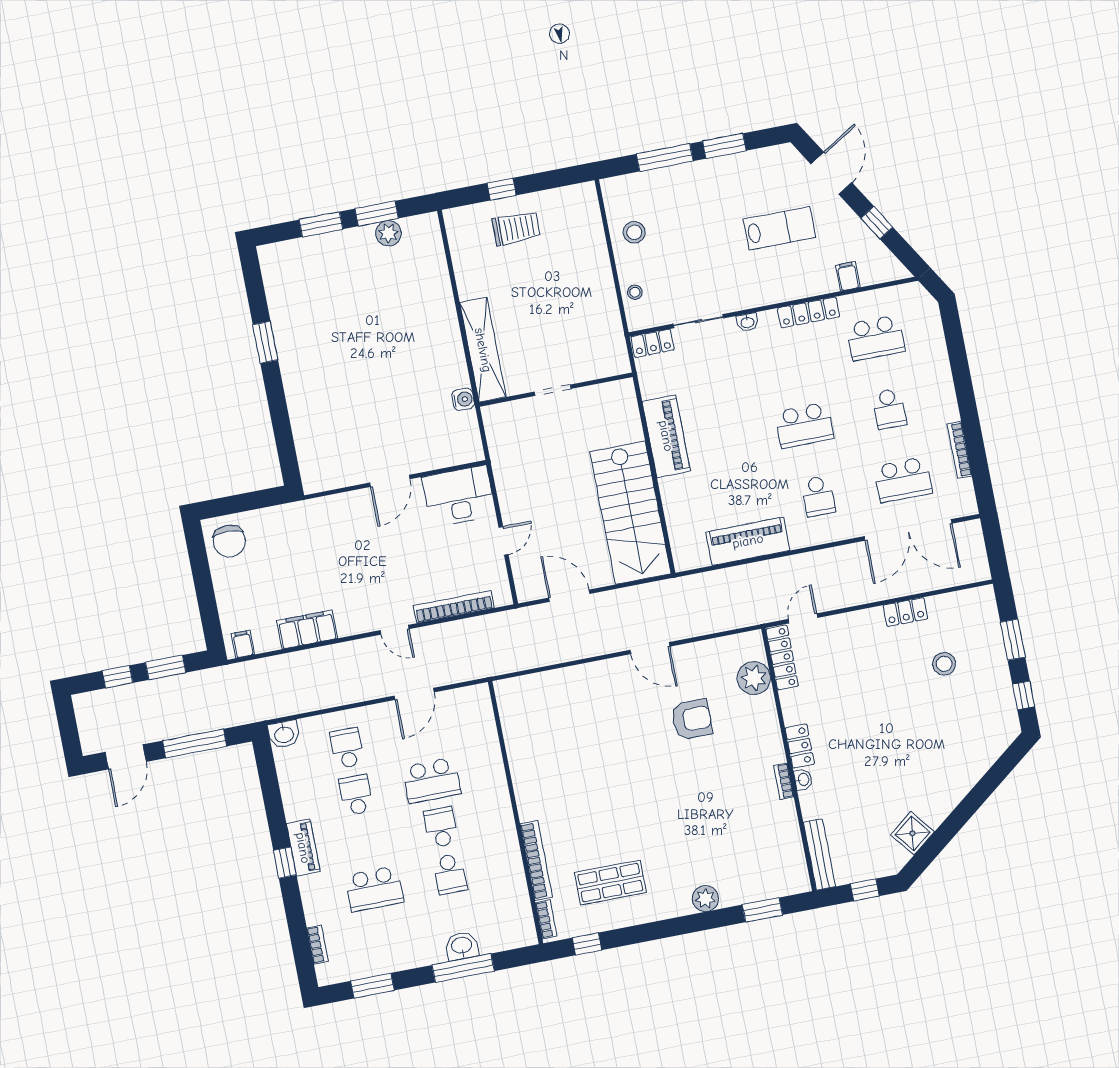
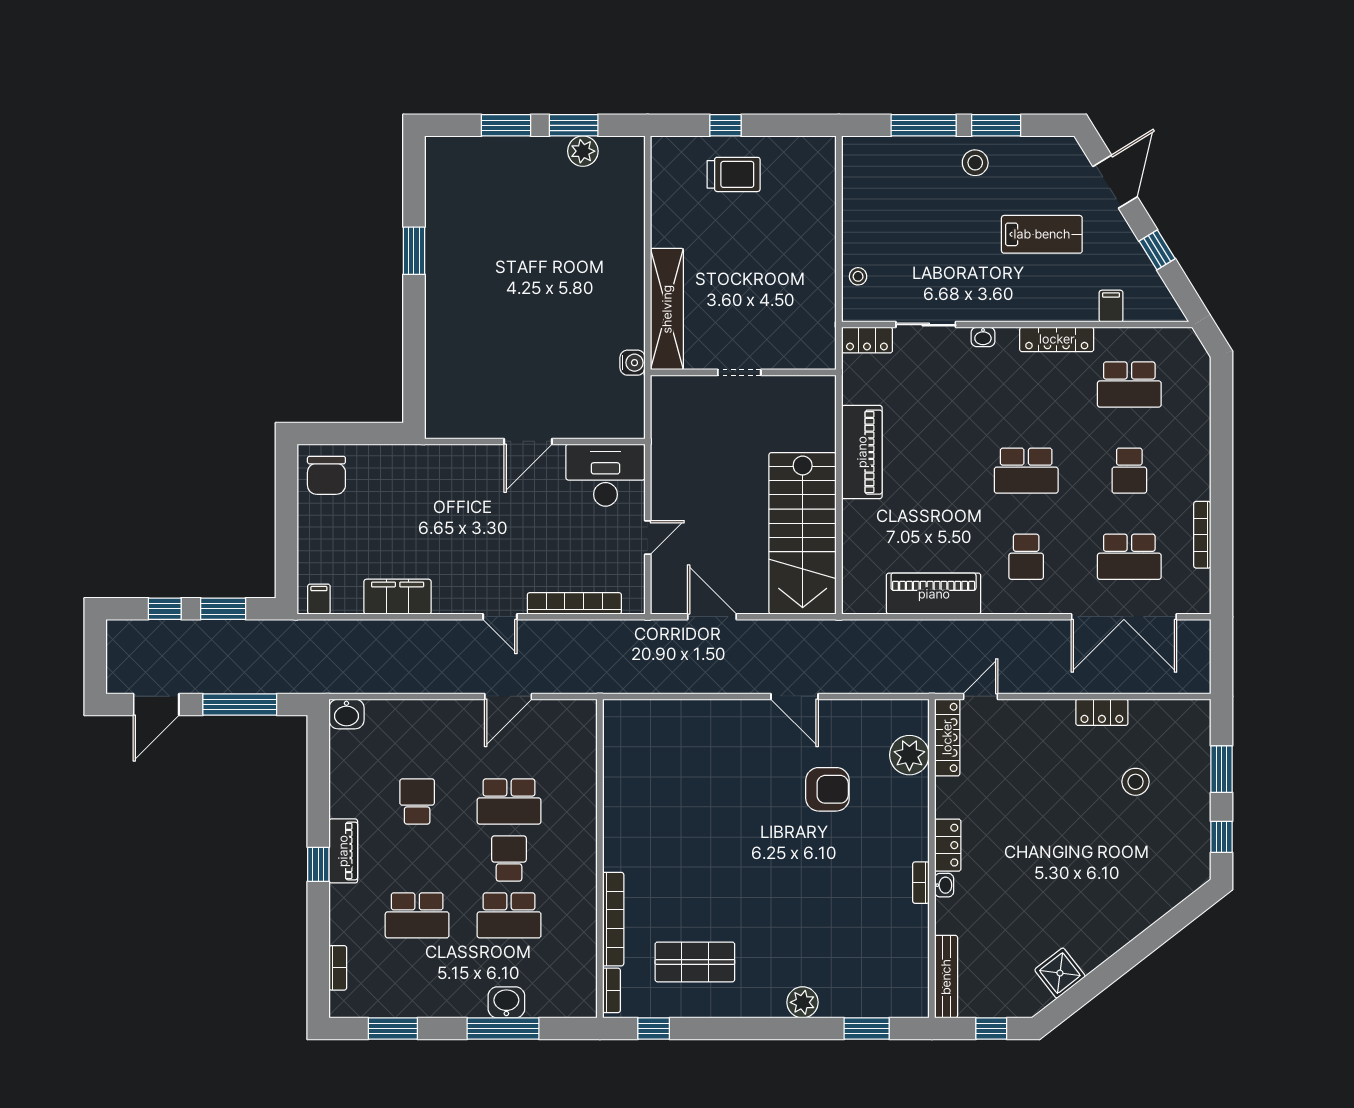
stool: (634, 232) -> (975, 163), moved
school desk: (347, 748) -> (417, 745), removed
school desk: (450, 874) -> (509, 915), width x1.85

